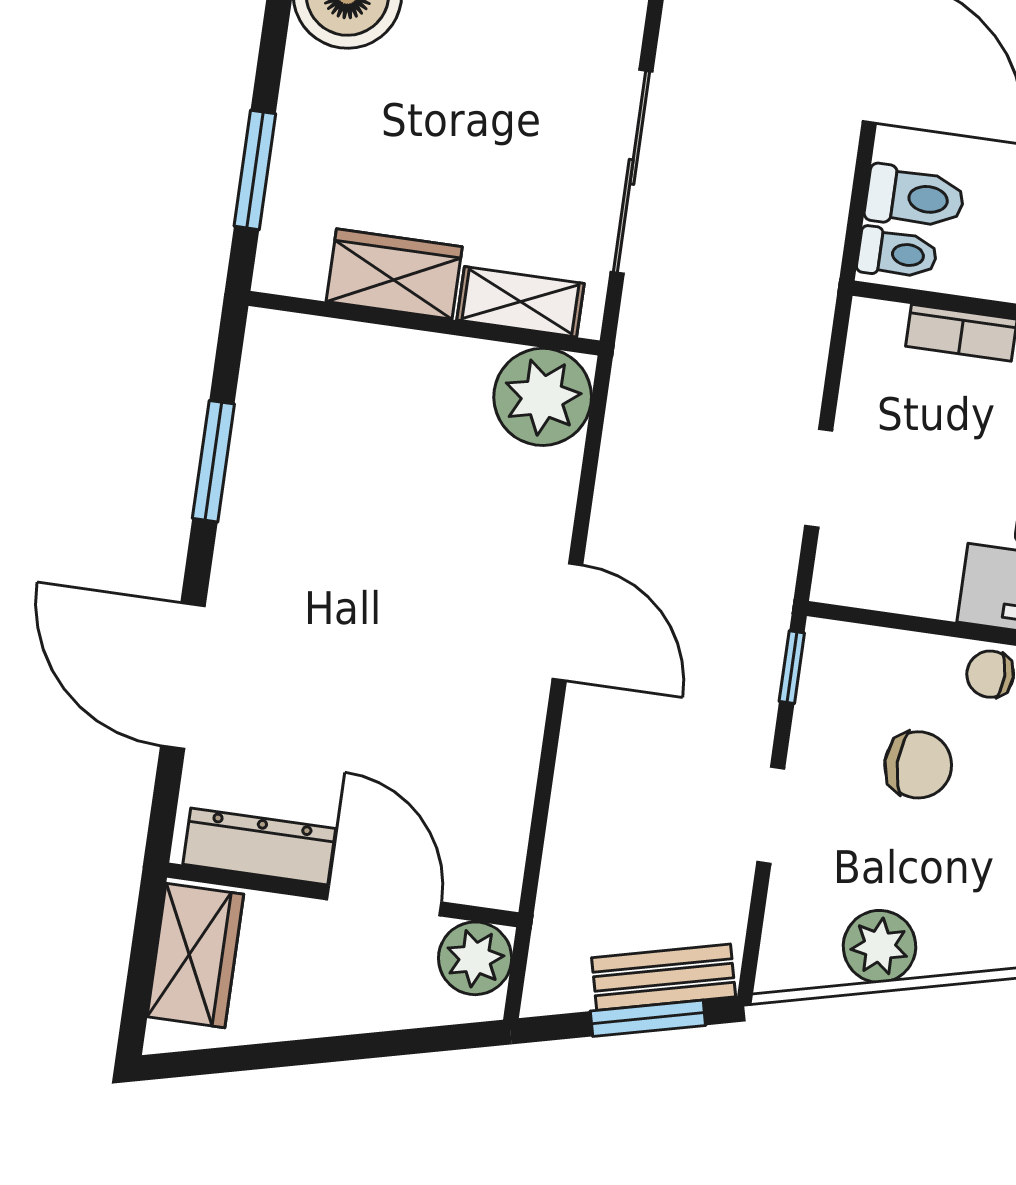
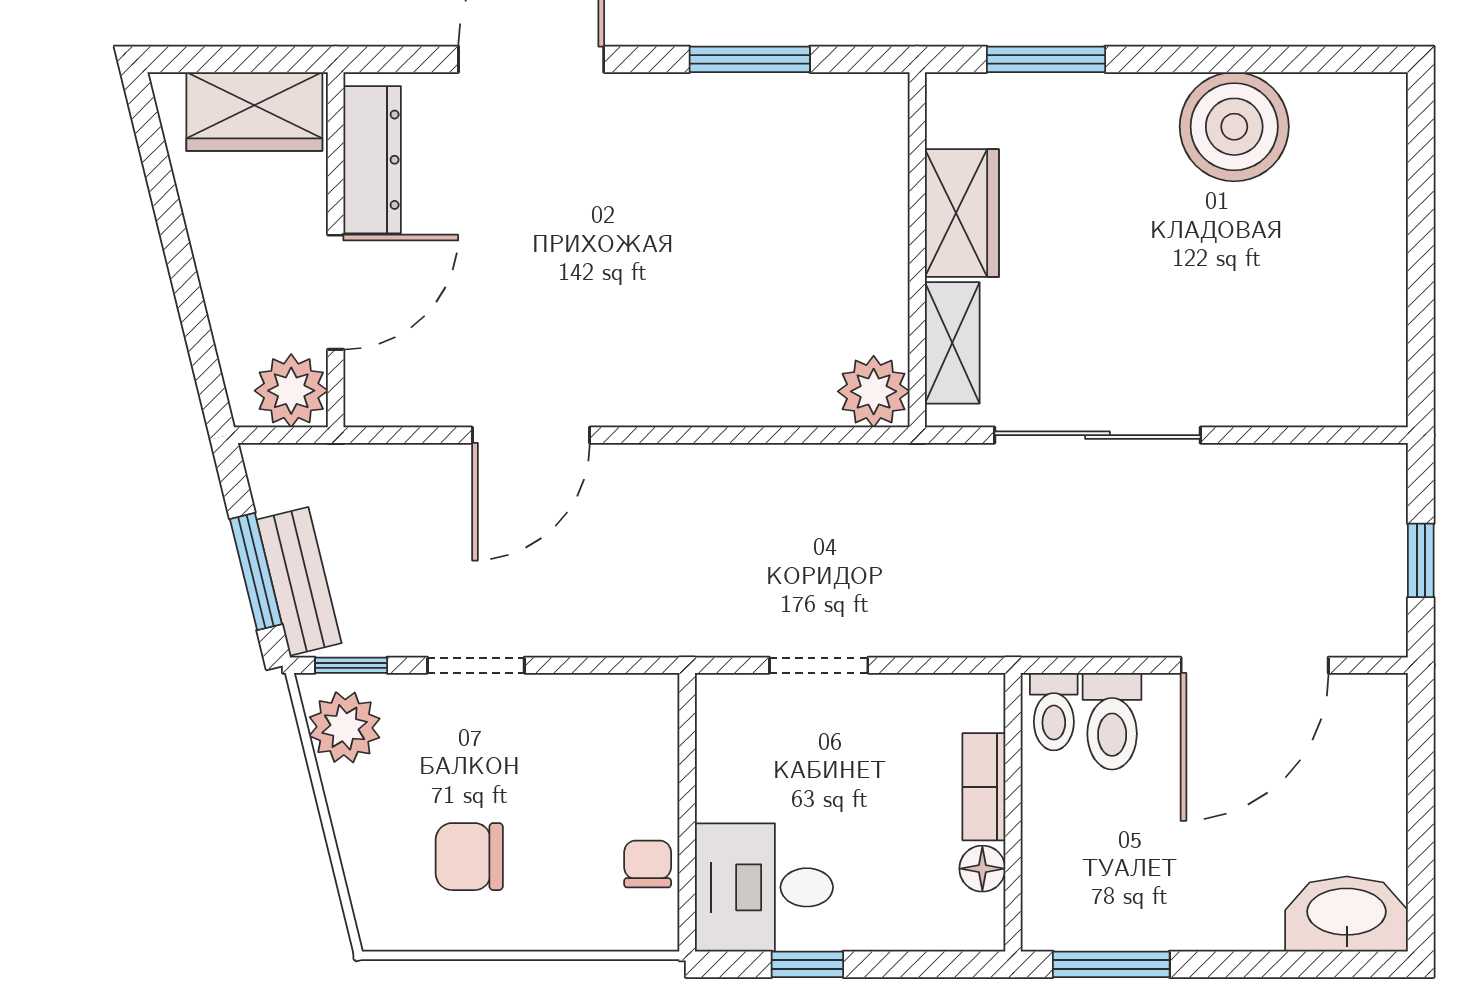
plant: (543, 397) -> (874, 391), width x0.73, depth x0.73
door: (567, 622) -> (531, 435), moved
window: (792, 667) -> (351, 665), moved
chair: (918, 765) -> (469, 857), moved, turned 90
plant: (879, 946) -> (345, 727), moved

